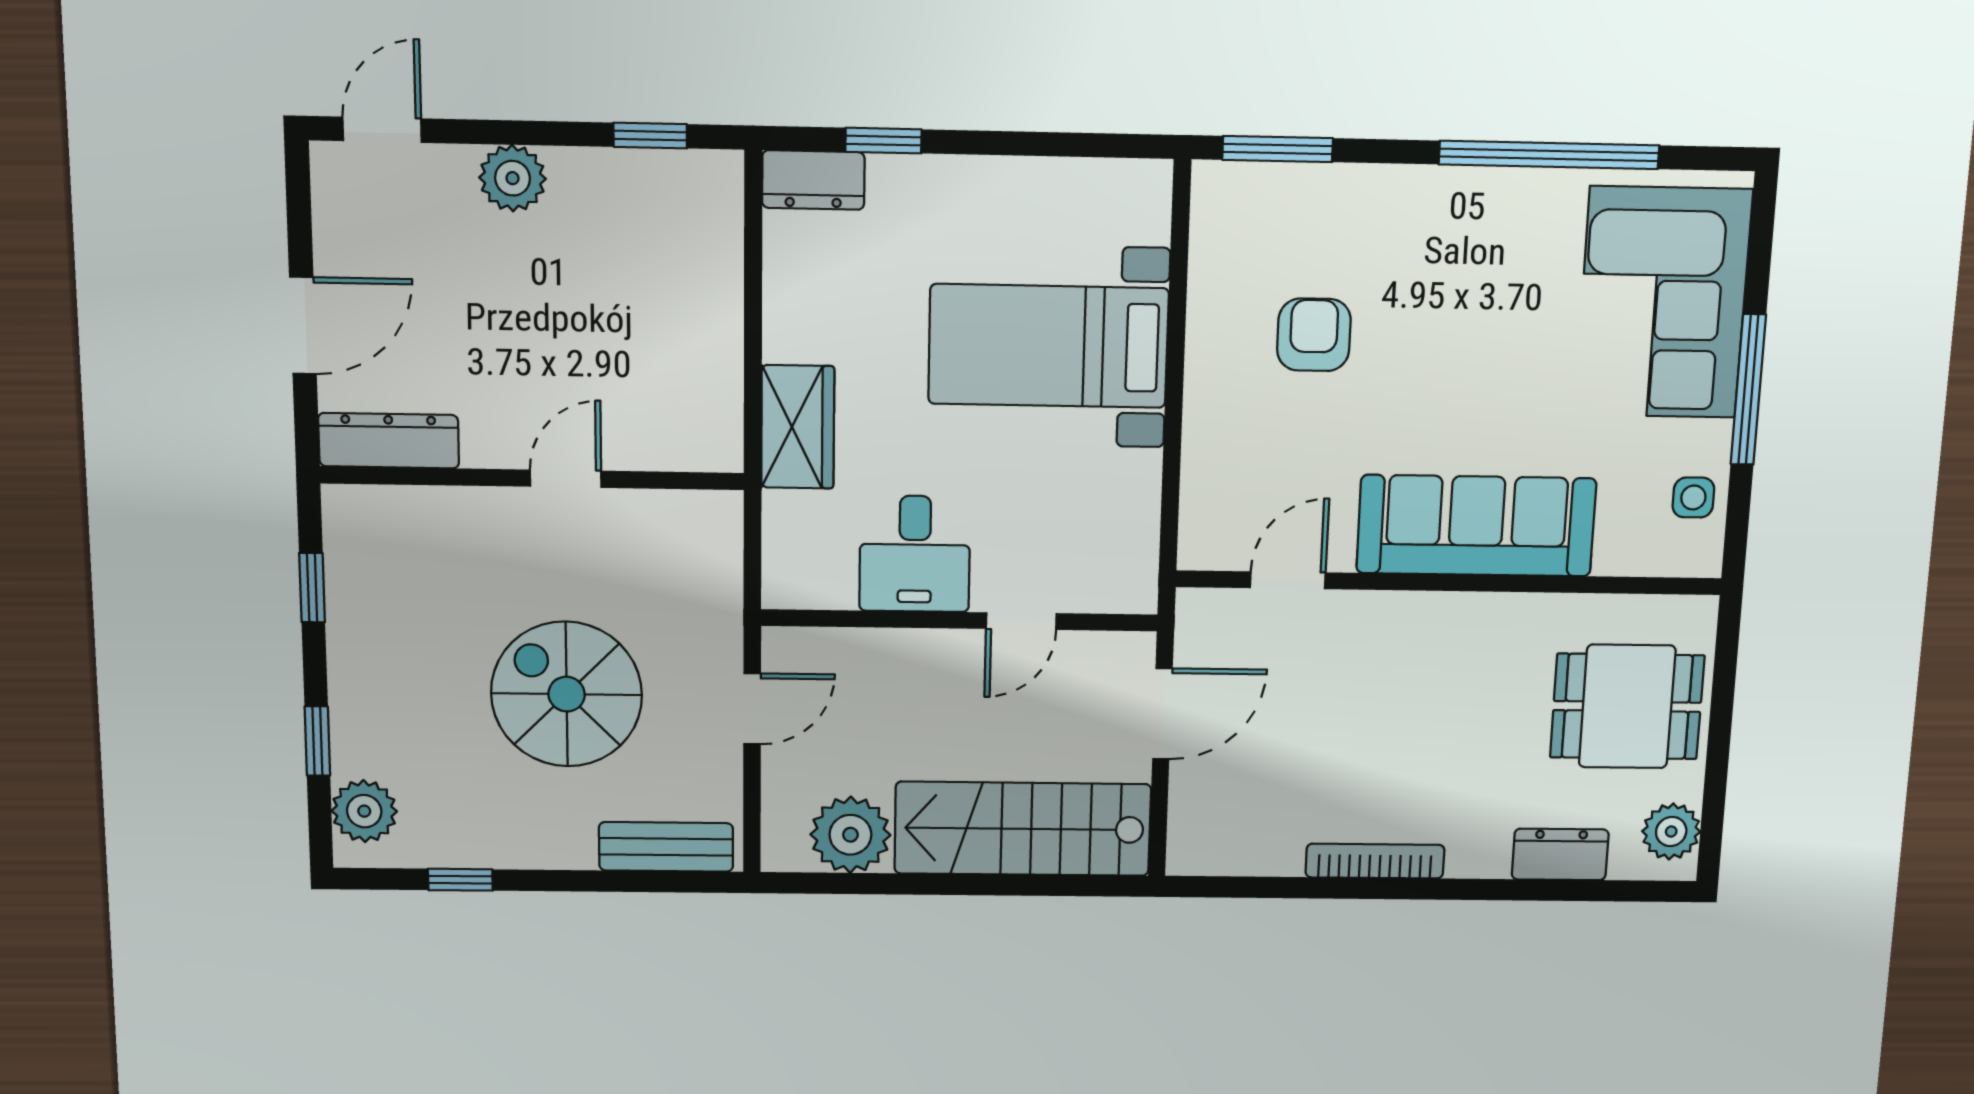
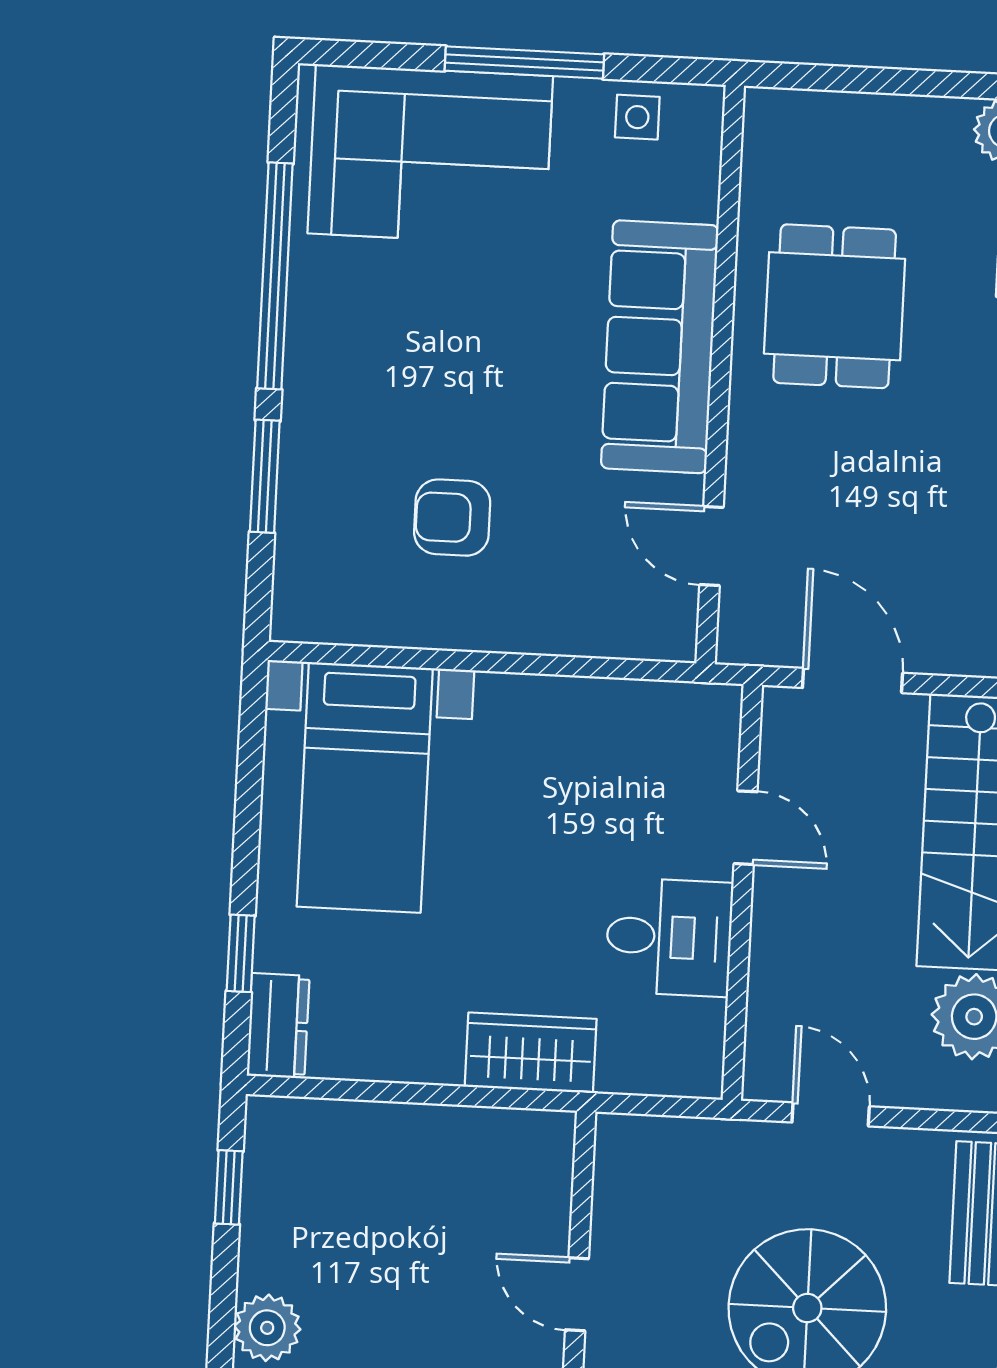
window: (1278, 149) -> (265, 476), moved
bed with nightstands: (1048, 346) -> (365, 787), moved
dining table: (1627, 706) -> (835, 306), moved

